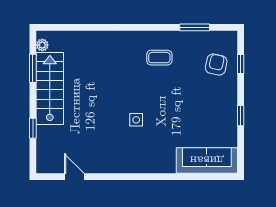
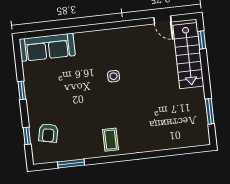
plant: (42, 45) -> (204, 133), removed
coffee table: (159, 58) -> (110, 140), moved, turned 90
stairs: (50, 89) -> (188, 56), moved
window: (33, 128) -> (202, 40), moved

